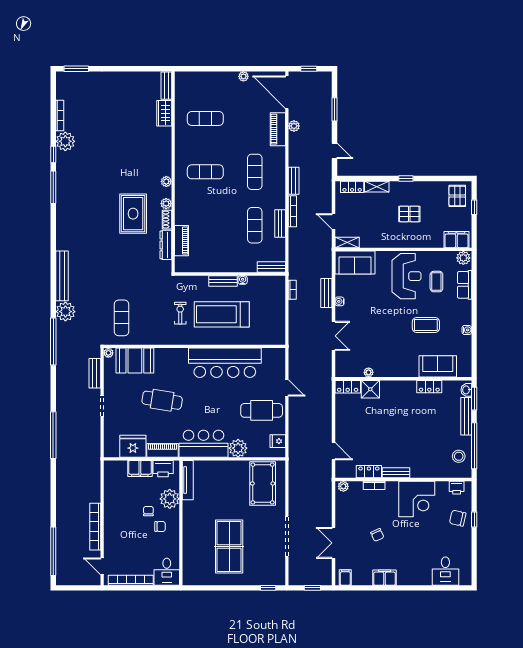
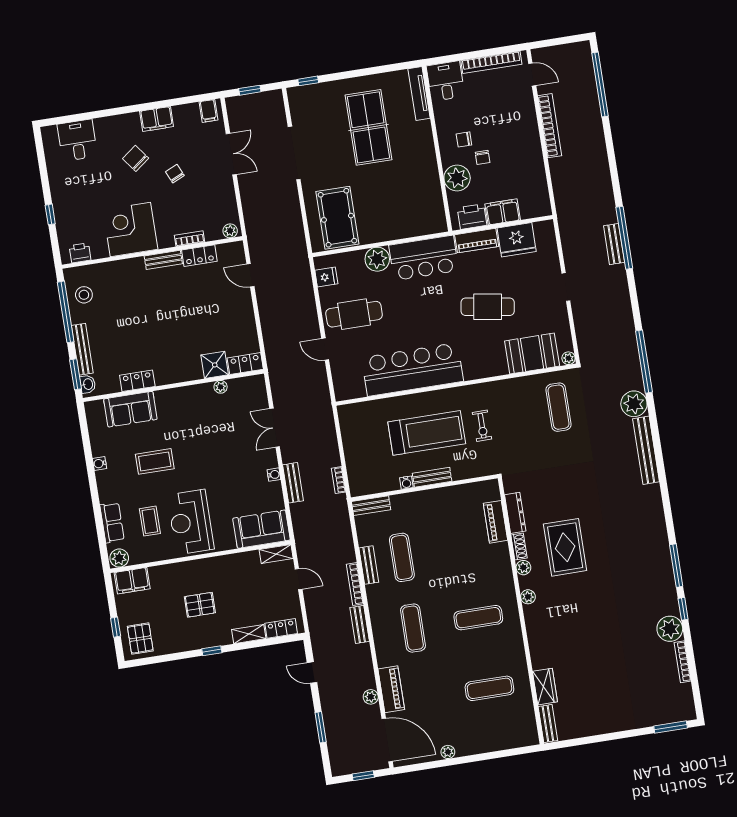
bench: (95, 373) -> (614, 244), moved
tv unit: (188, 480) -> (419, 94), moved
chair: (458, 518) -> (136, 158), moved, turned -140

